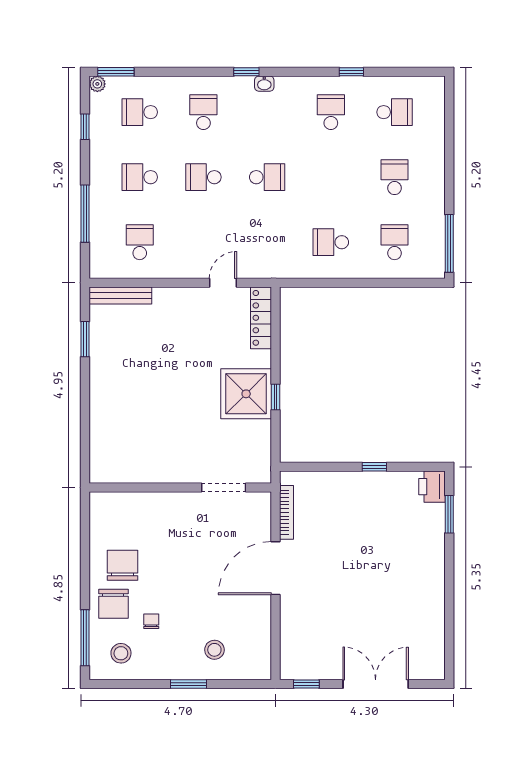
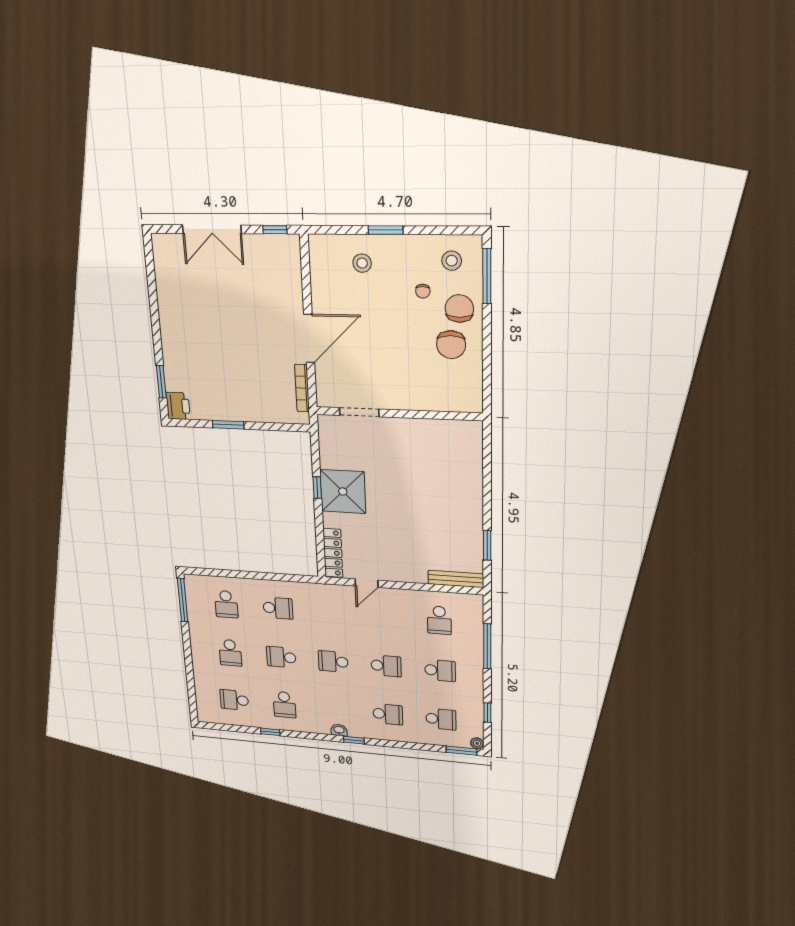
school desk: (203, 112) -> (388, 714), turned -90
school desk: (331, 177) -> (281, 657), added
window: (374, 467) -> (228, 425), width x1.50

